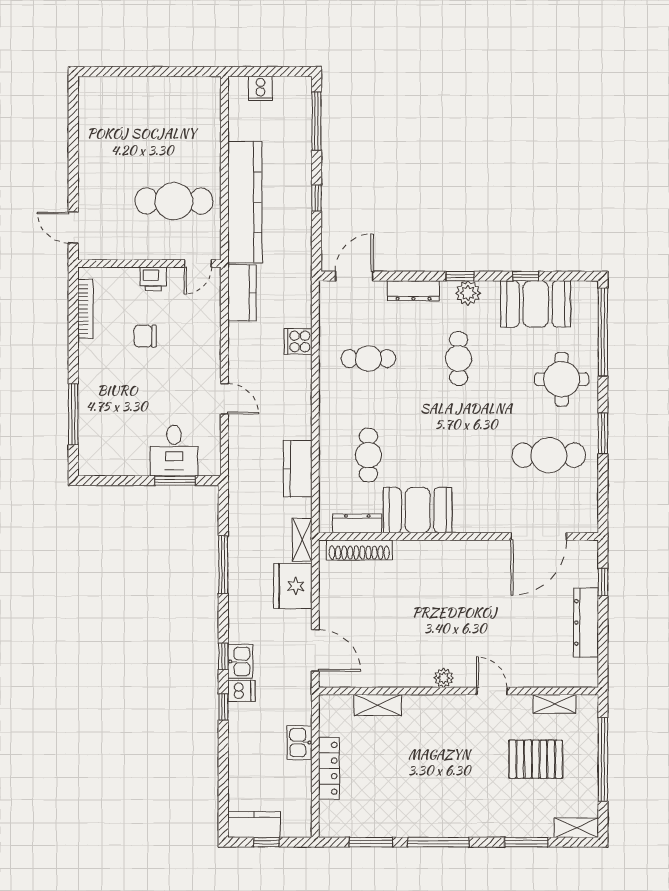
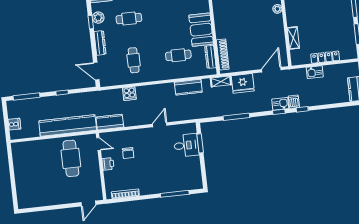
chair: (145, 336) -> (128, 153), moved

